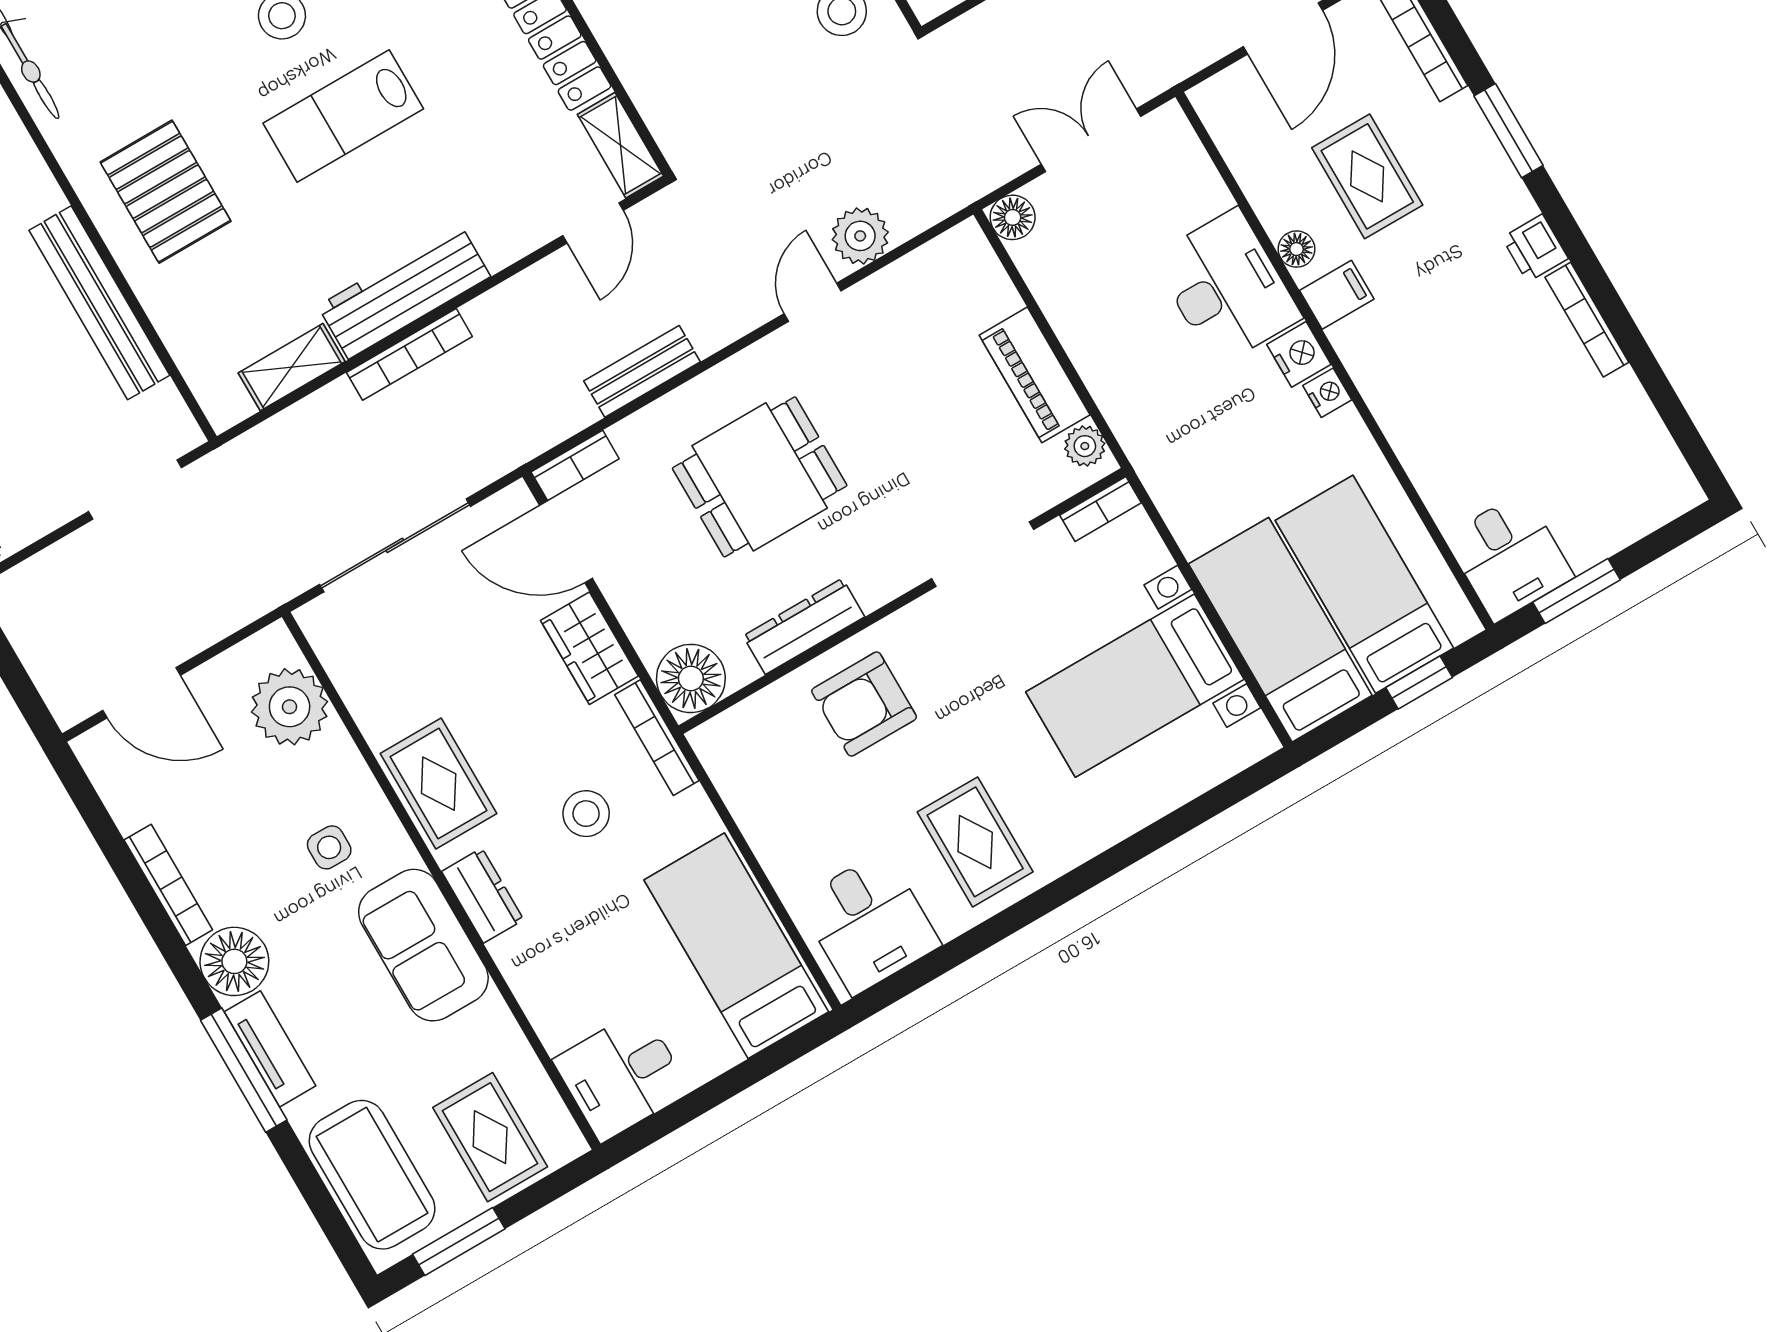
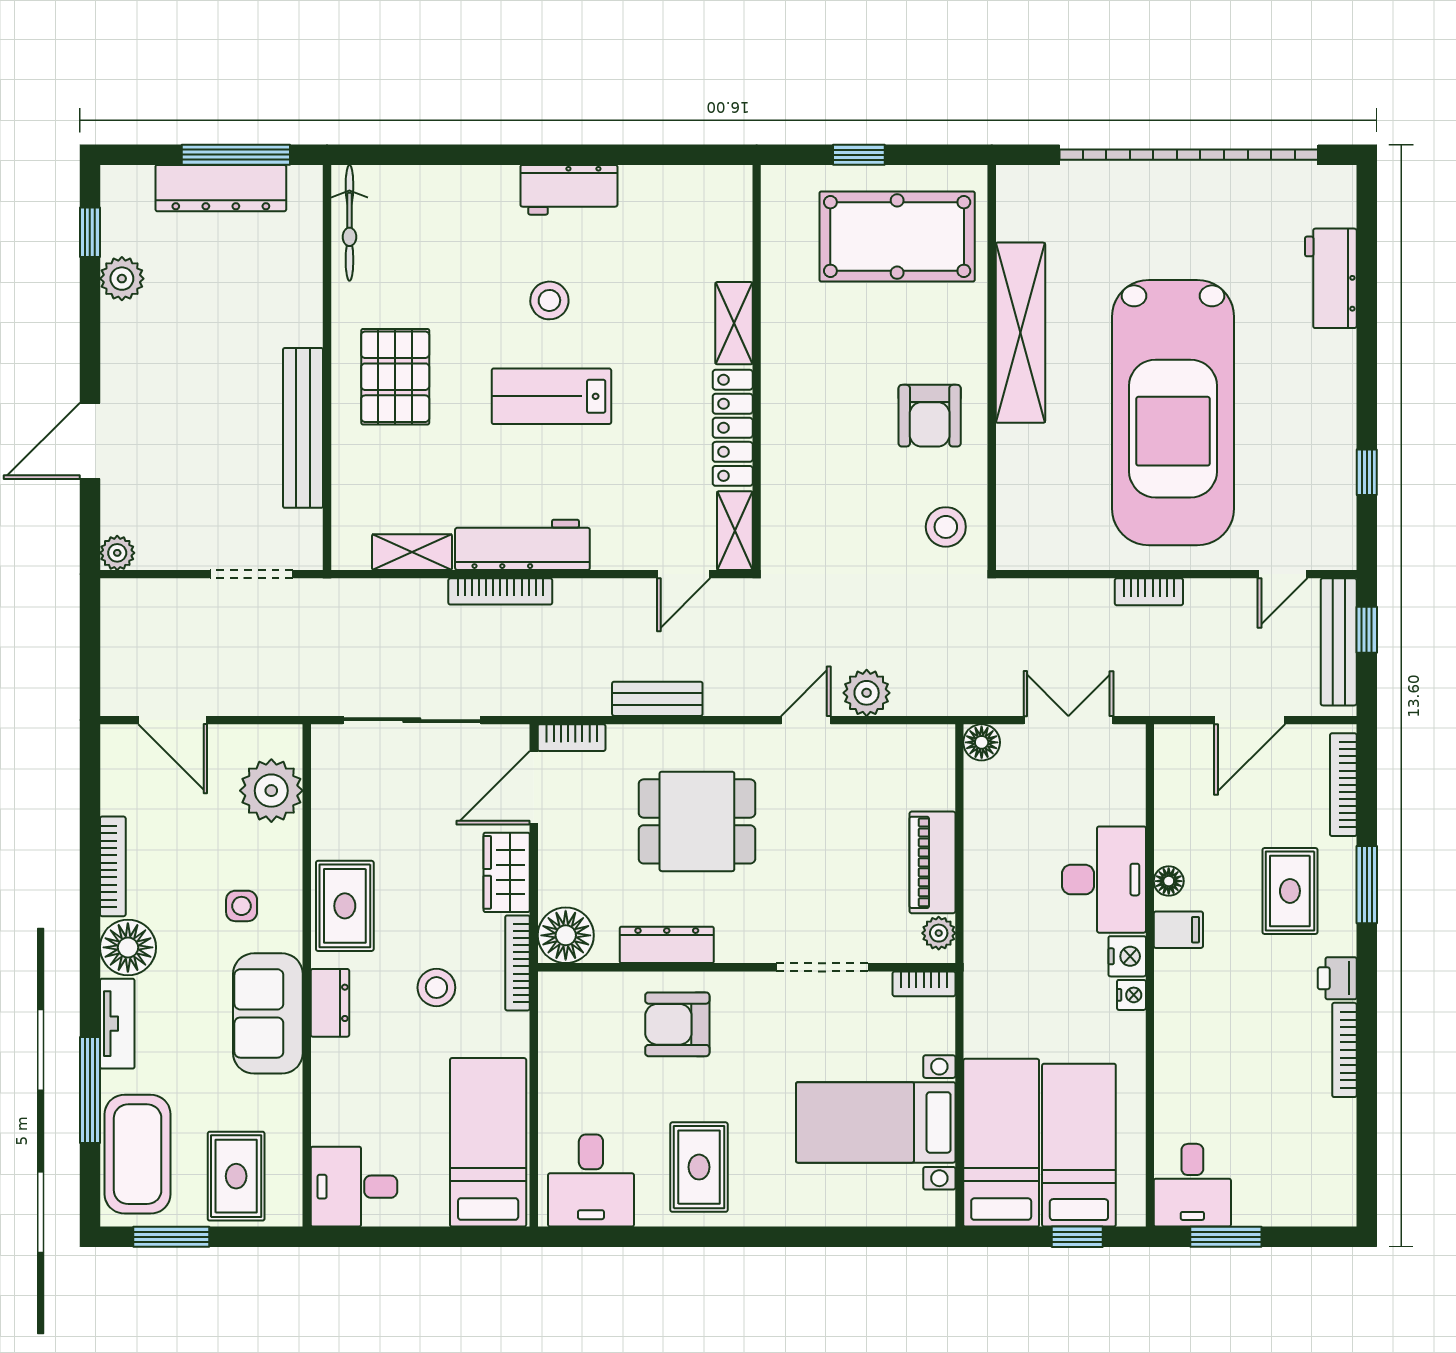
rug: (1367, 176) -> (1290, 891), moved
door: (566, 542) -> (534, 788), hinge flipped
window: (244, 1070) -> (90, 1090), moved

